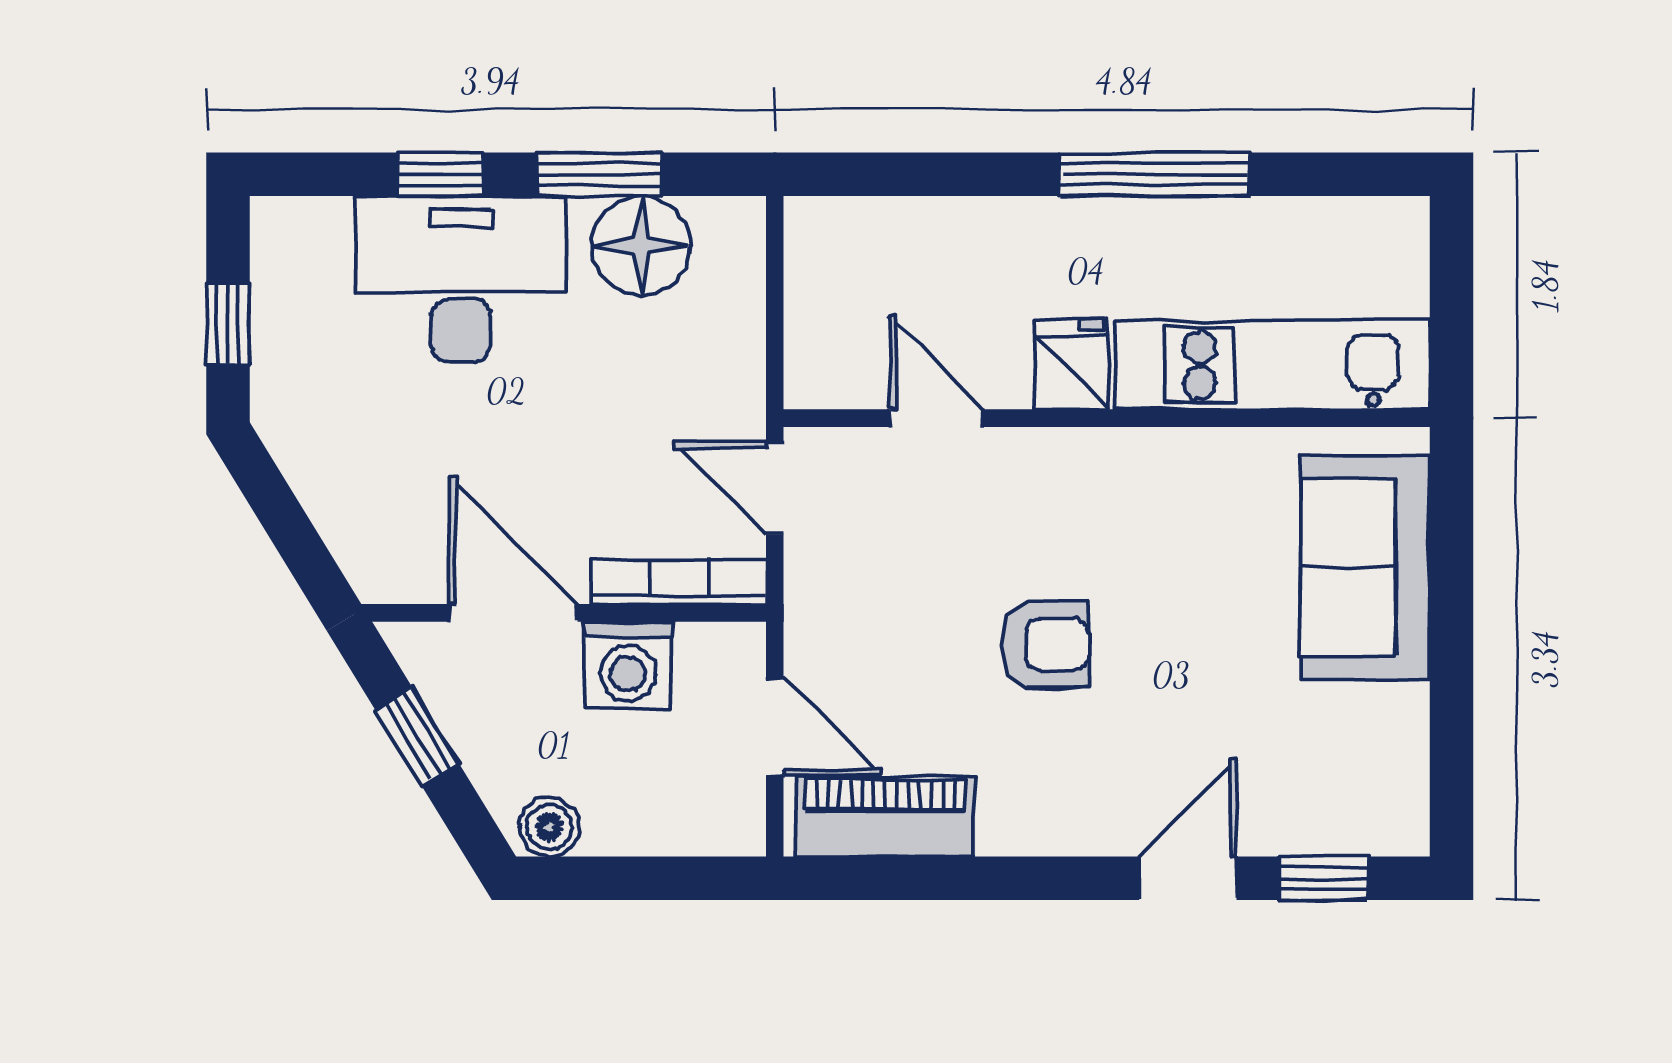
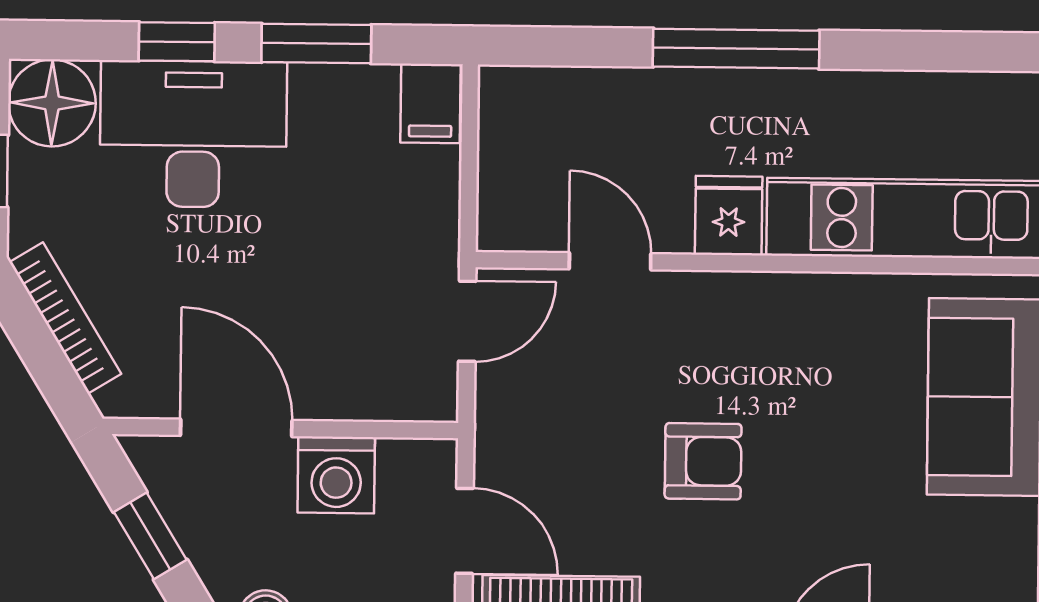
window: (1154, 174) -> (736, 49), moved
filing cabinet: (730, 241) -> (430, 103), added
floor lamp: (641, 246) -> (52, 103), moved
door: (775, 488) -> (467, 321), swing flipped
bookcase: (679, 582) -> (65, 318), moved, turned 58

